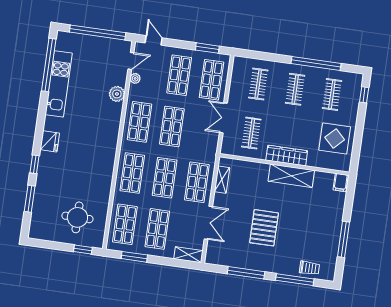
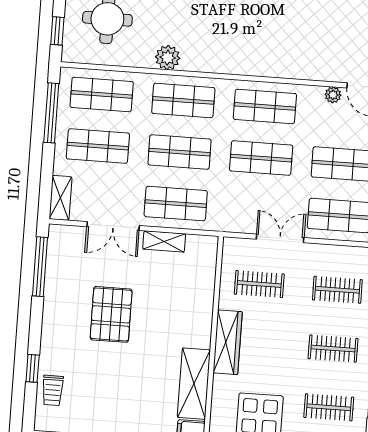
plant: (117, 94) -> (168, 58), moved
shelving: (291, 176) -> (194, 384), moved
shelving: (222, 180) -> (164, 241), moved
pallet: (264, 228) -> (111, 314), turned 90
window: (134, 257) -> (51, 113), width x1.44
window: (246, 273) -> (40, 267), moved
window: (295, 280) -> (33, 368), width x0.46

